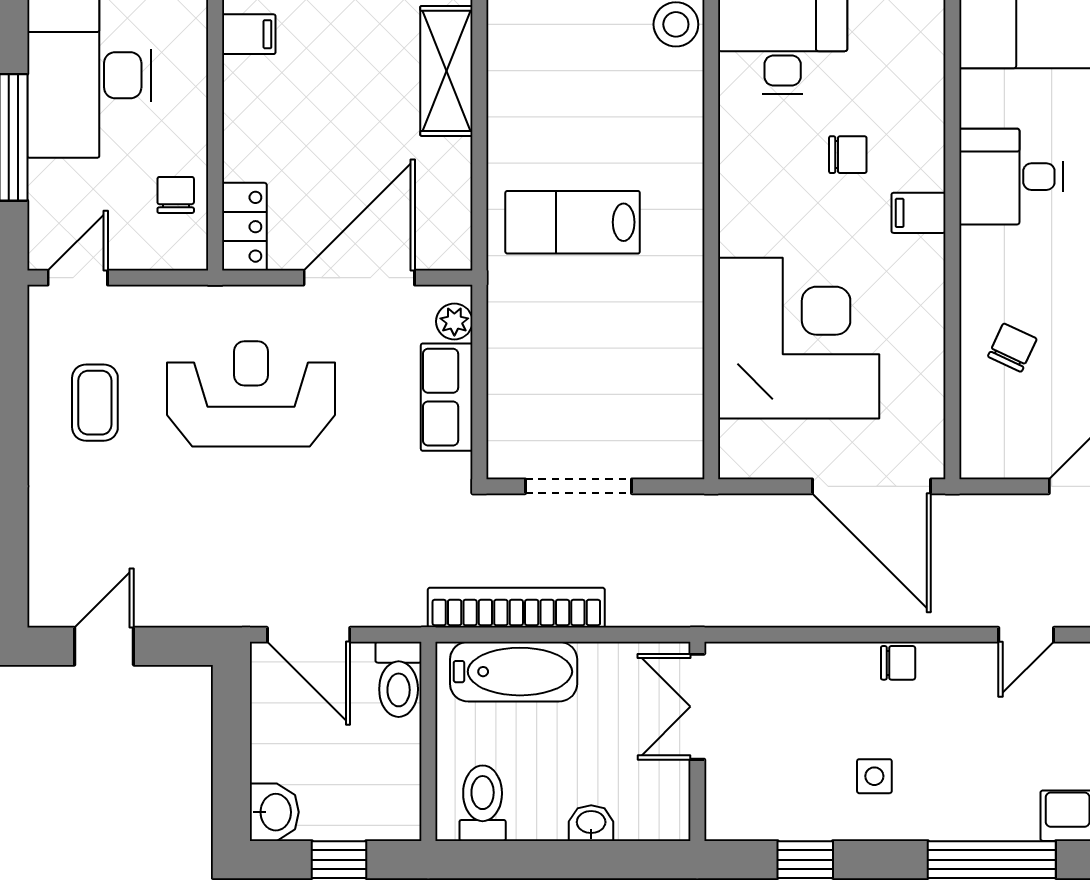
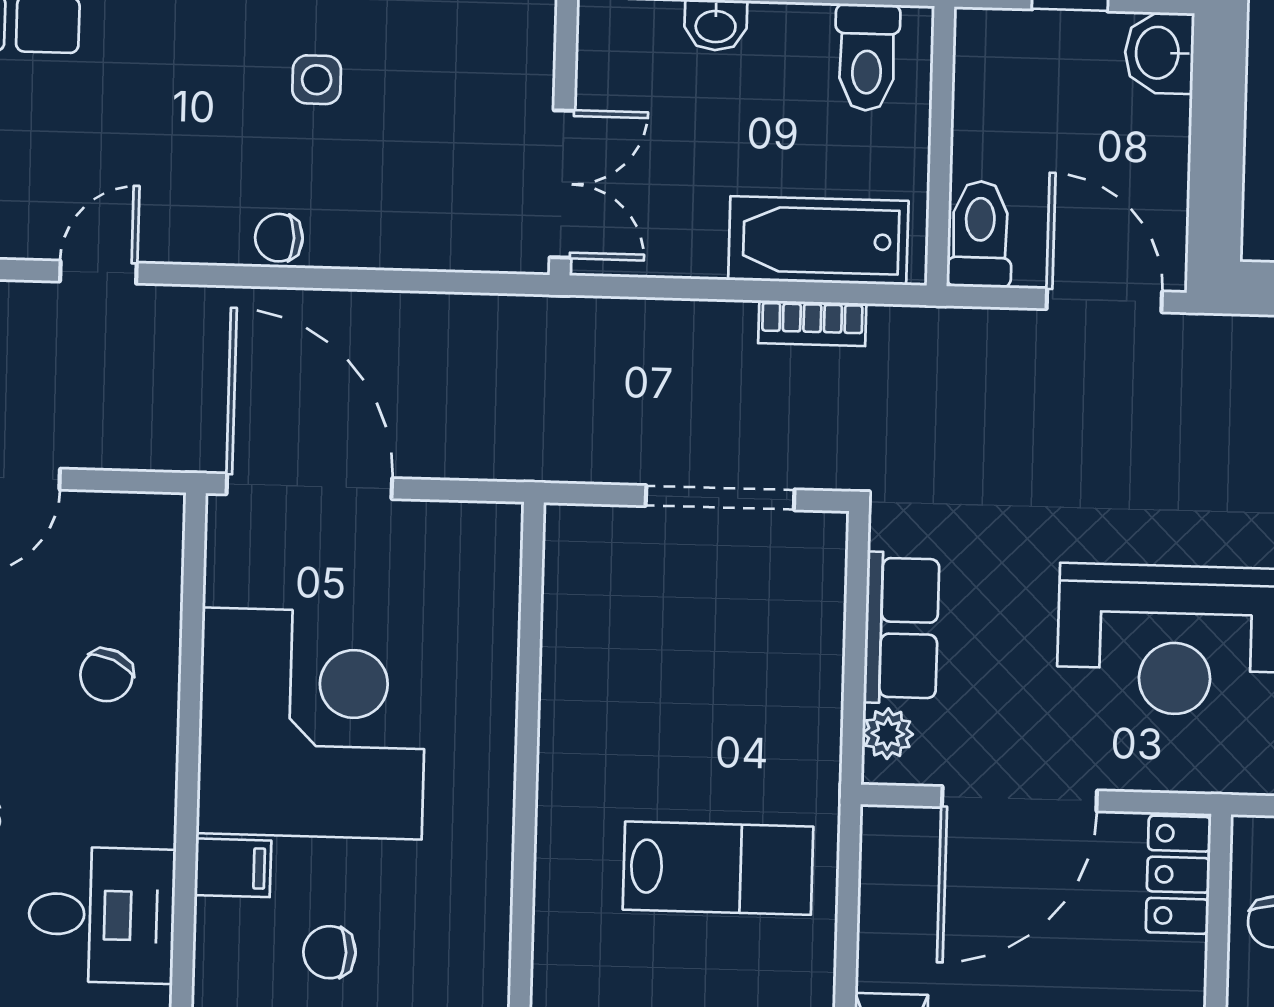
corner desk: (799, 338) -> (312, 724), moved, turned 180
bookcase: (516, 608) -> (812, 323), width x0.43, depth x0.76

